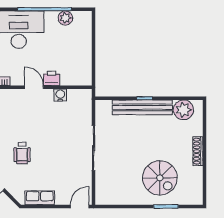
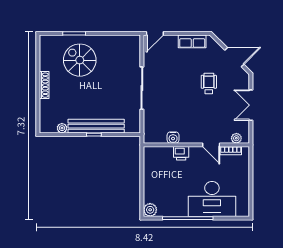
plant: (65, 18) -> (150, 210), moved
door: (34, 87) -> (211, 145), moved
plant: (183, 110) -> (62, 128), width x0.53, depth x0.53

